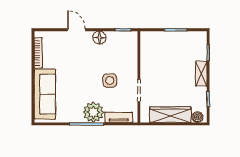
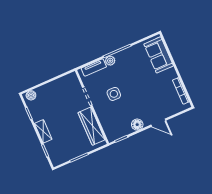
sofa: (45, 94) -> (159, 55), width x0.73
plant: (93, 112) -> (110, 61), width x0.53, depth x0.53
wardrobe: (170, 115) -> (92, 126), moved, turned 90

